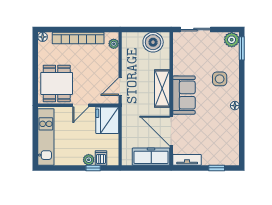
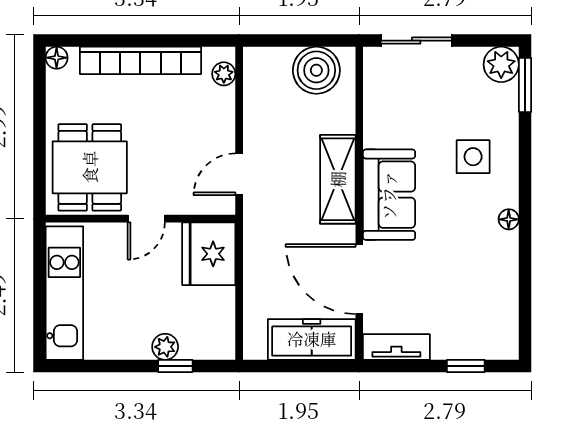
dishwasher: (101, 158) -> (194, 343), removed

